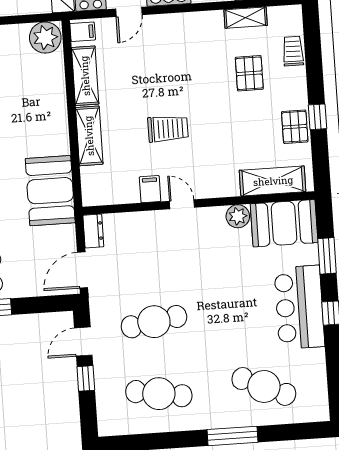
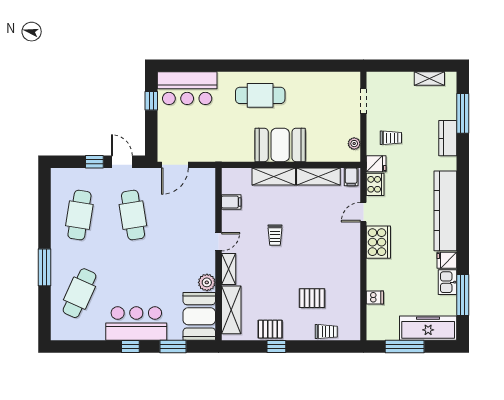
door: (129, 12) -> (363, 212), hinge flipped
shelving: (246, 18) -> (229, 269), moved
plant: (45, 38) -> (354, 144), width x0.53, depth x0.53
trolley: (168, 129) -> (275, 235), width x0.73, depth x0.72
filing cabinet: (150, 189) -> (231, 202), moved
booth: (50, 191) -> (280, 145), moved
dresser: (93, 231) -> (203, 175), removed
door: (83, 270) -> (175, 165), swing flipped

